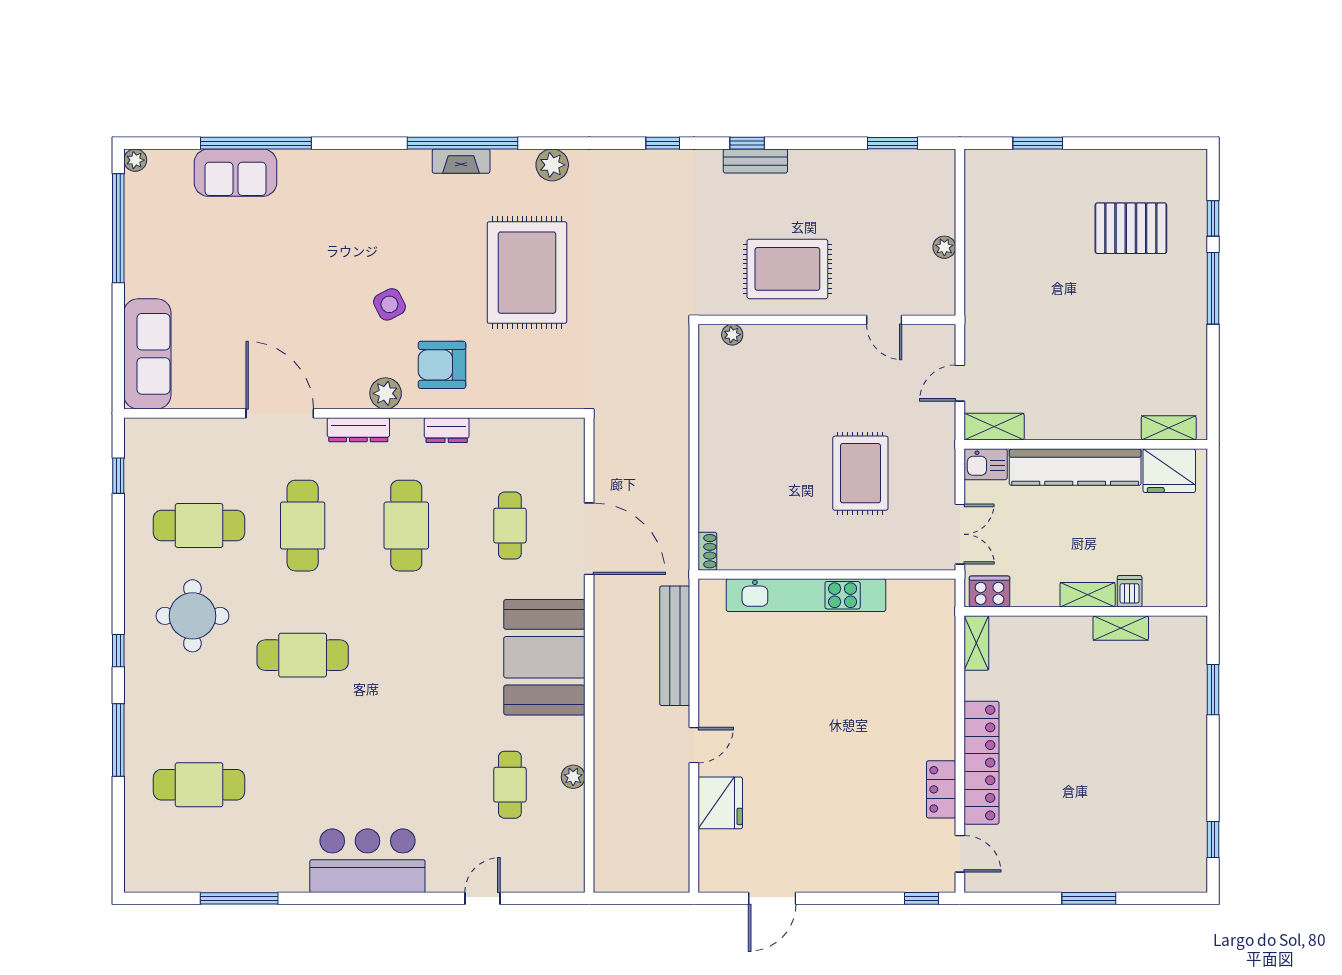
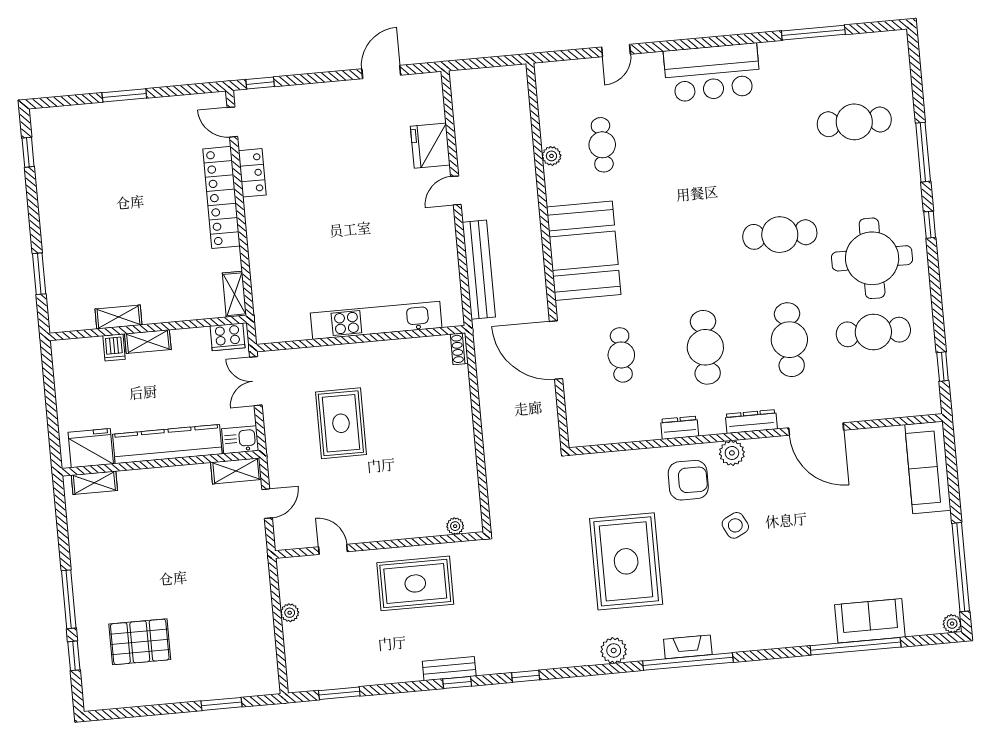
round table: (192, 616) -> (872, 258), width x1.36, depth x1.36

